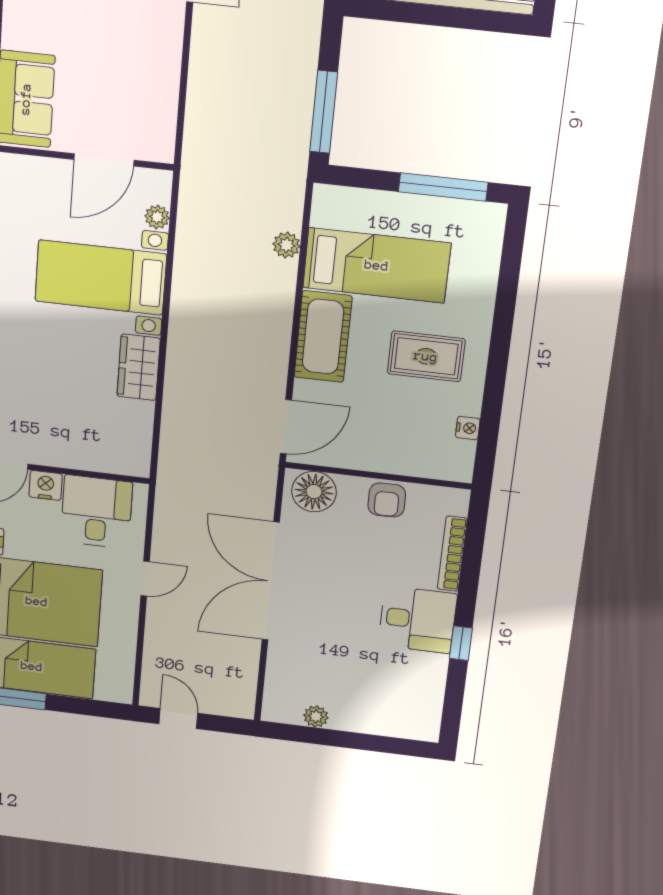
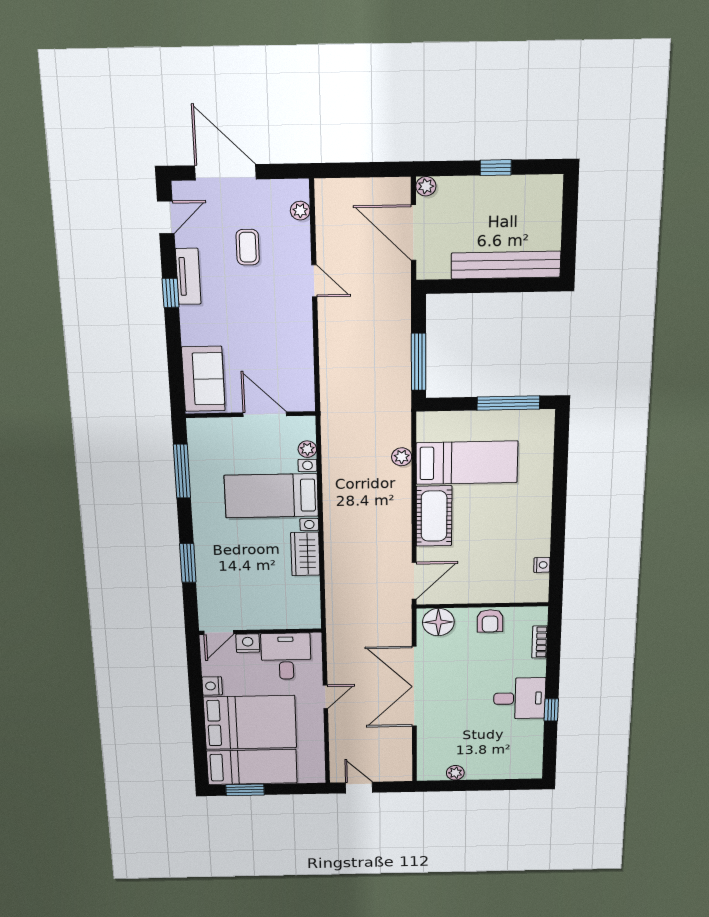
door: (104, 160) -> (265, 414), swing flipped
rug: (426, 356) -> (508, 520), removed
bookcase: (452, 554) -> (540, 642), width x0.64

